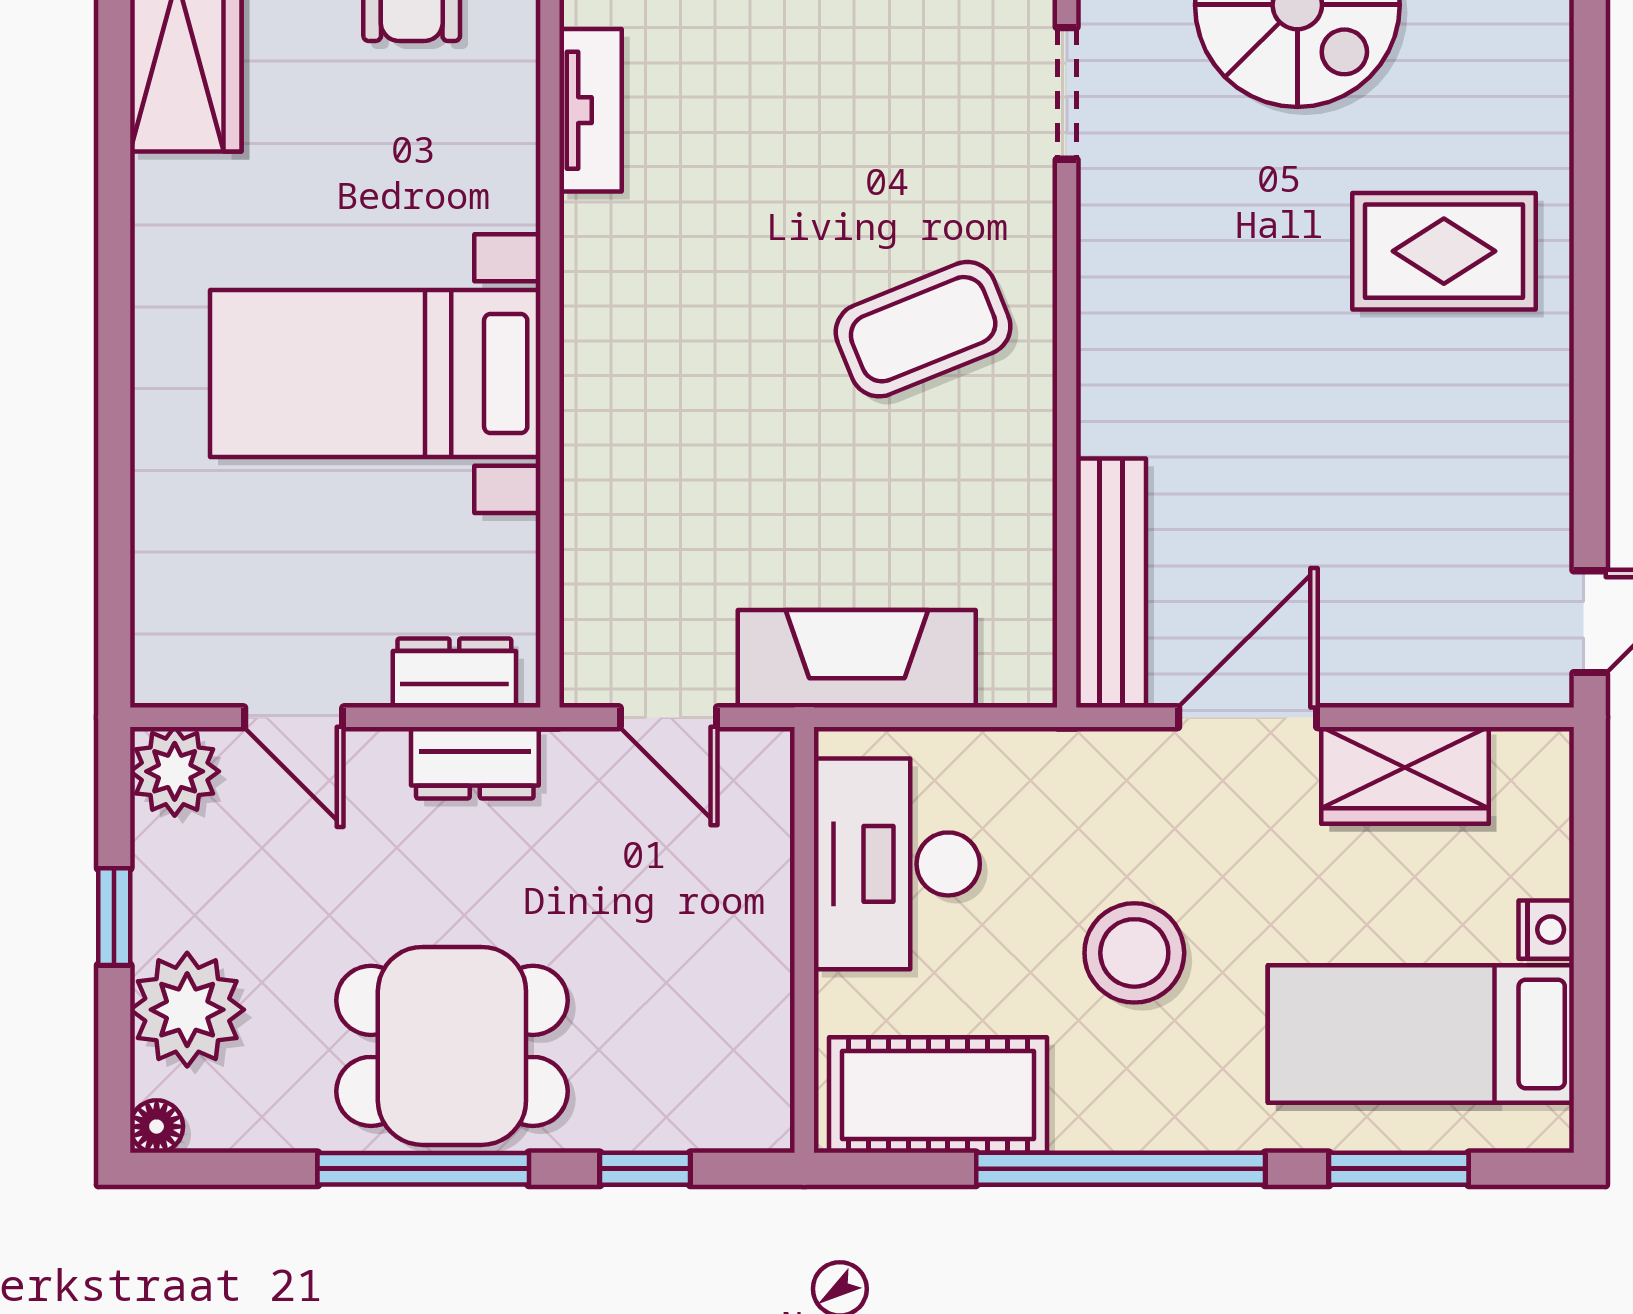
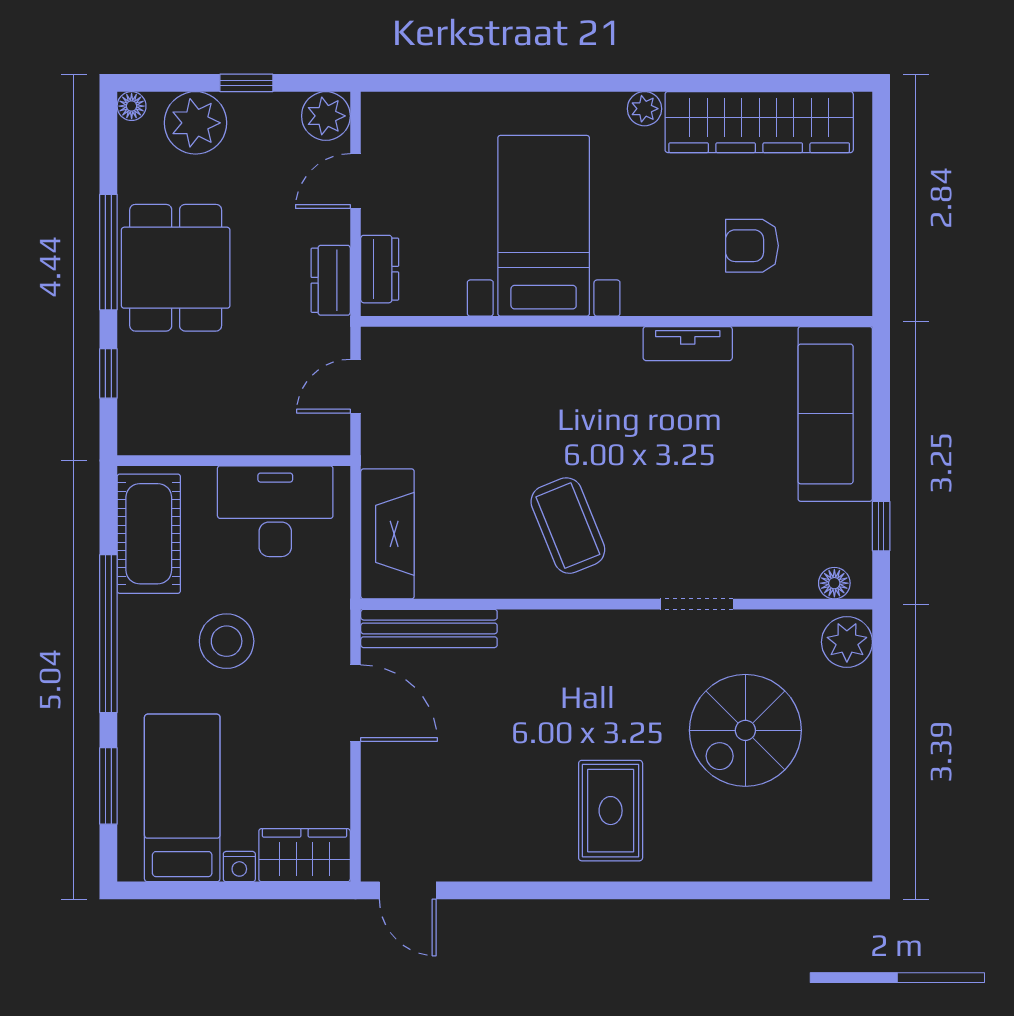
plant: (161, 189) -> (644, 109), added
fireplace: (857, 659) -> (387, 534), moved
wardrobe: (1405, 775) -> (305, 855), moved, turned 90

